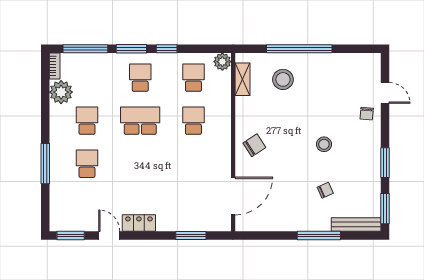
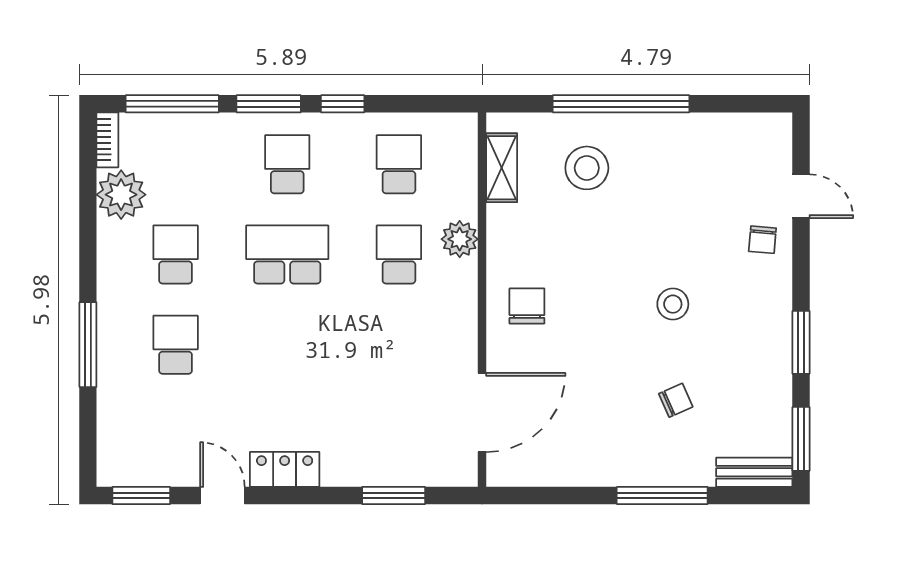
plant: (222, 62) -> (460, 239), moved
chair: (254, 145) -> (527, 306), turned -57
bench: (356, 224) -> (754, 472), width x0.73

